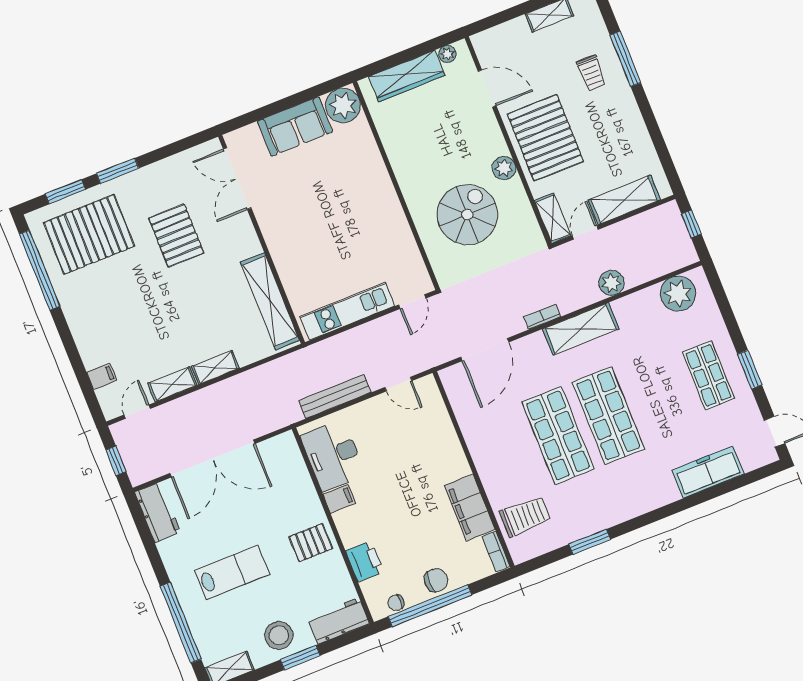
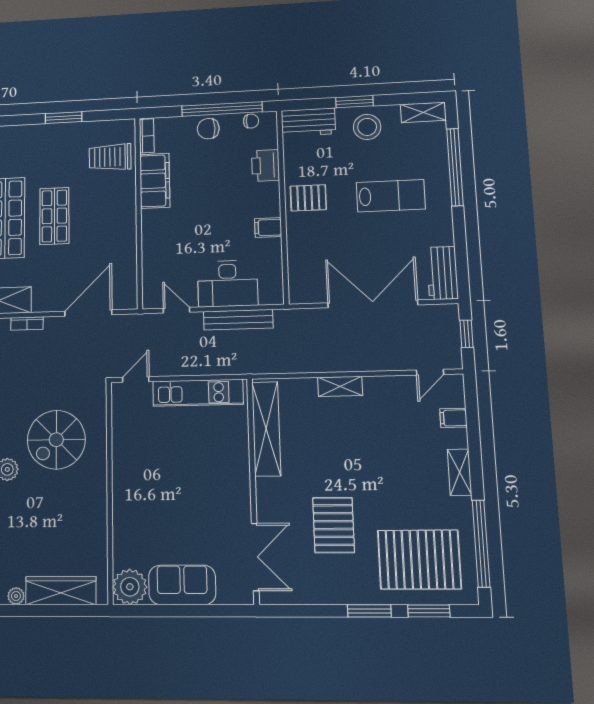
shelving: (172, 384) -> (460, 472), moved, turned 90
shop shelf: (558, 435) -> (54, 216), width x0.70, depth x0.74
desk: (333, 455) -> (228, 284), moved, turned 90
lab bench: (232, 572) -> (391, 196), turned 180

